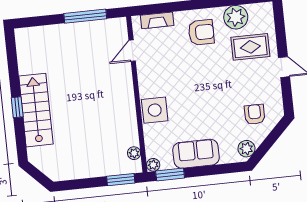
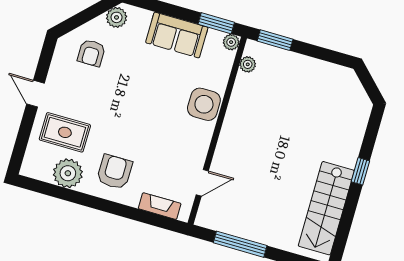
armchair: (201, 32) -> (115, 172), turned 90
stairs: (36, 110) -> (326, 208), moved

